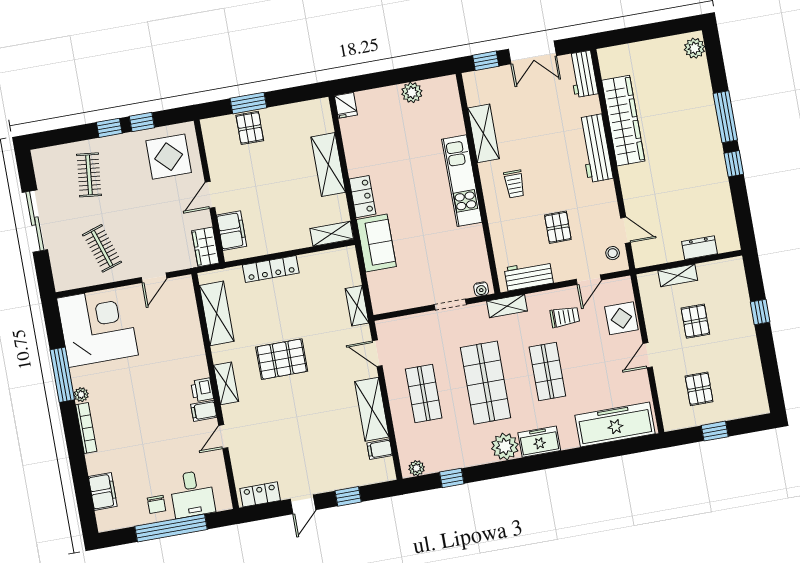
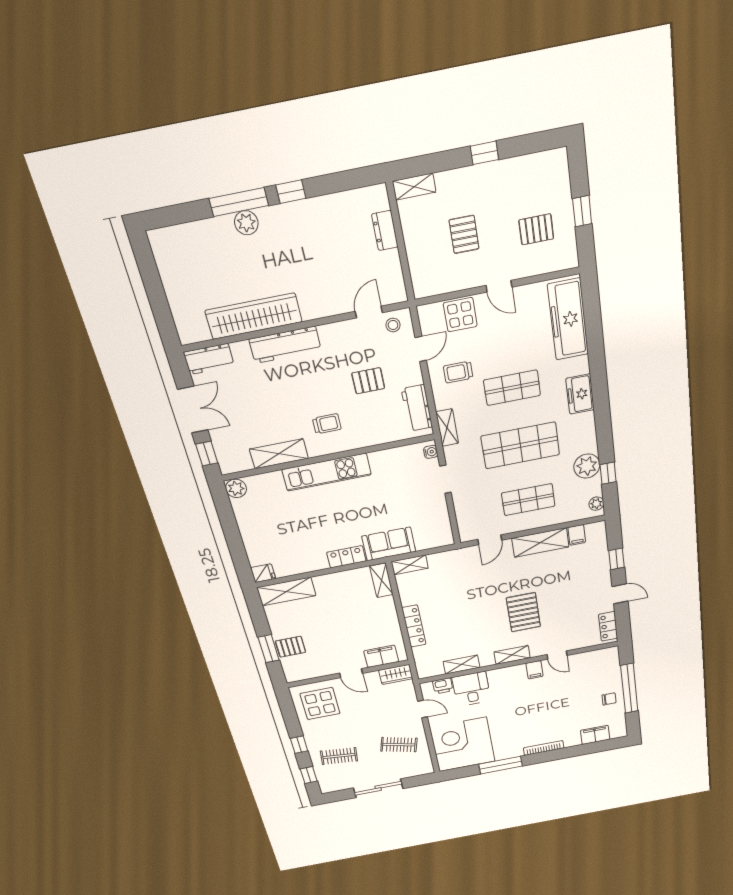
plant: (695, 48) -> (246, 223), moved
plant: (412, 93) -> (236, 488), moved
window: (142, 122) -> (309, 775), moved
shelving: (328, 165) -> (286, 592), moved
clothes rail: (102, 248) -> (399, 745), turned 33
shelving: (678, 275) -> (414, 187), moved, turned 90
door: (589, 280) -> (421, 349), hinge flipped
shelving: (357, 306) -> (410, 565), moved
window: (760, 312) -> (484, 153), moved
shelving: (217, 313) -> (461, 665), width x0.67, depth x0.75
trolley: (565, 317) -> (458, 372), turned -90
pallet: (695, 321) -> (464, 234), turned 90
pallet: (282, 359) -> (523, 612), moved
printer: (202, 390) -> (443, 686), moved
plant: (81, 395) -> (517, 752), removed
plant: (505, 447) -> (587, 466), moved
desk: (192, 494) -> (471, 689), moved, turned -90

